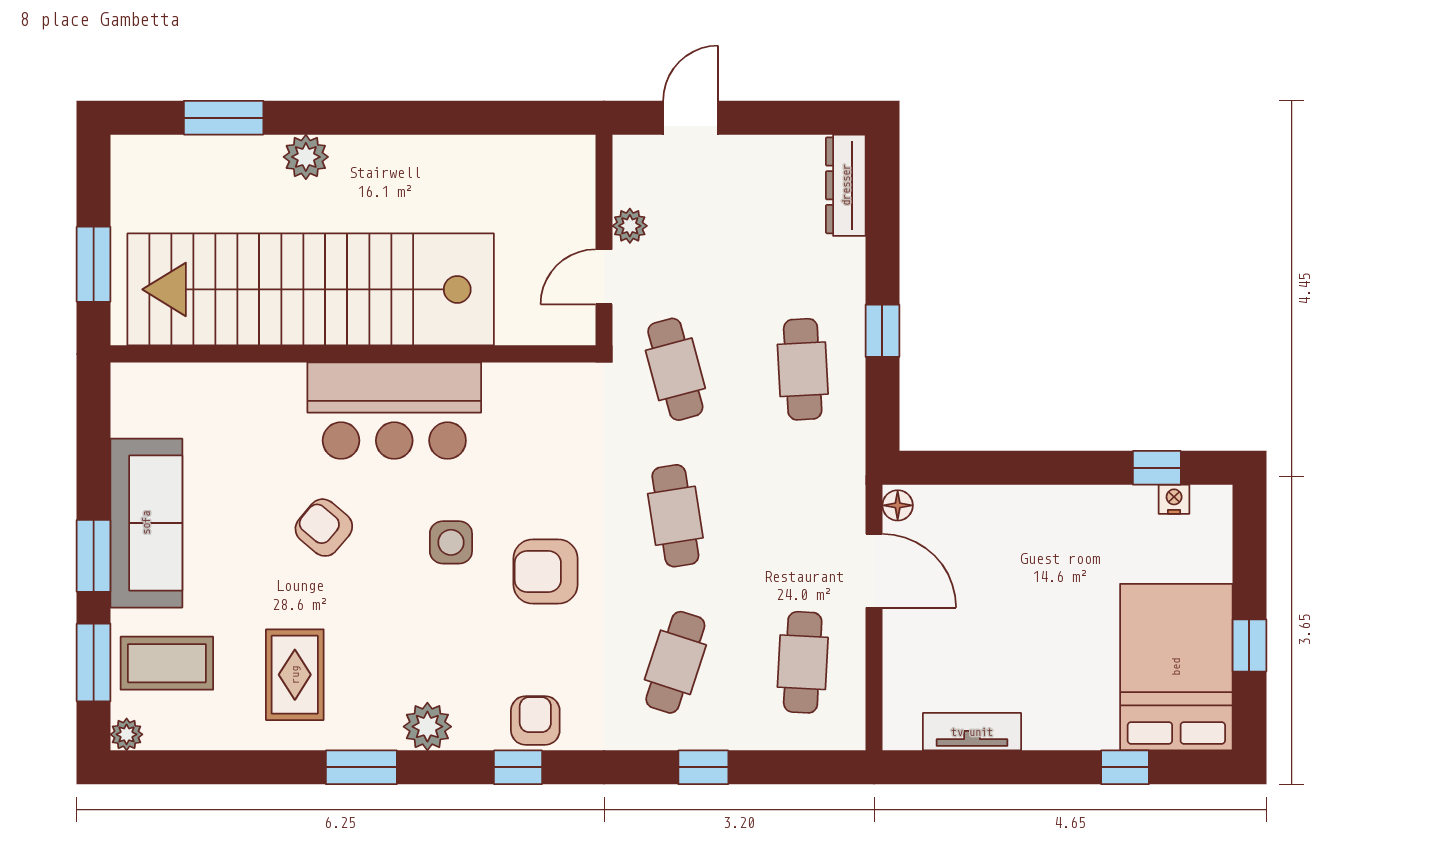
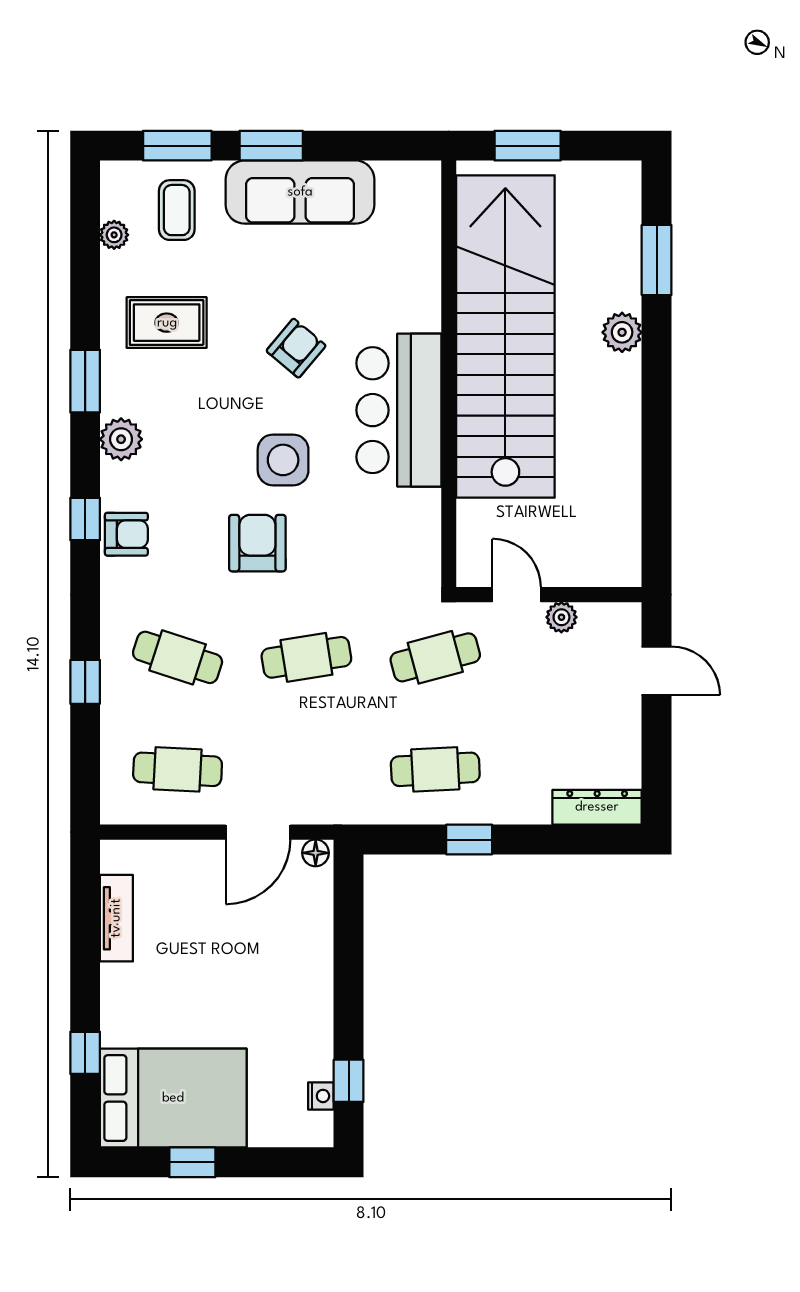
side table: (451, 542) -> (283, 460), width x1.37, depth x1.37
coffee table: (167, 663) -> (177, 210), width x0.73, depth x0.77
plant: (127, 734) -> (114, 235), moved

